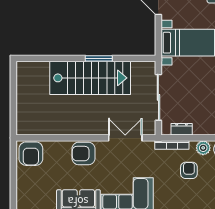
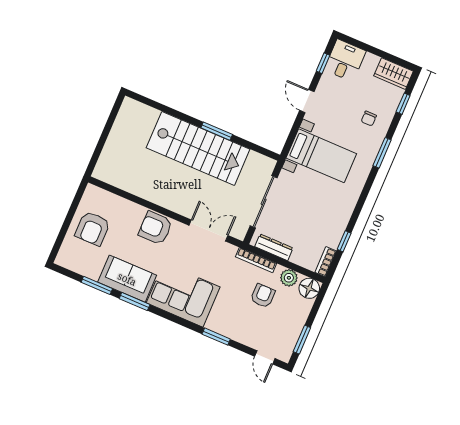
dresser: (182, 129) -> (274, 247), width x1.44
armchair: (31, 154) -> (93, 228), moved

